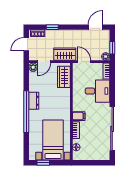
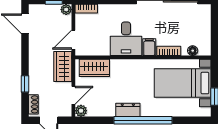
door: (44, 62) -> (73, 95), hinge flipped
desk: (97, 91) -> (126, 39), moved, turned 180

